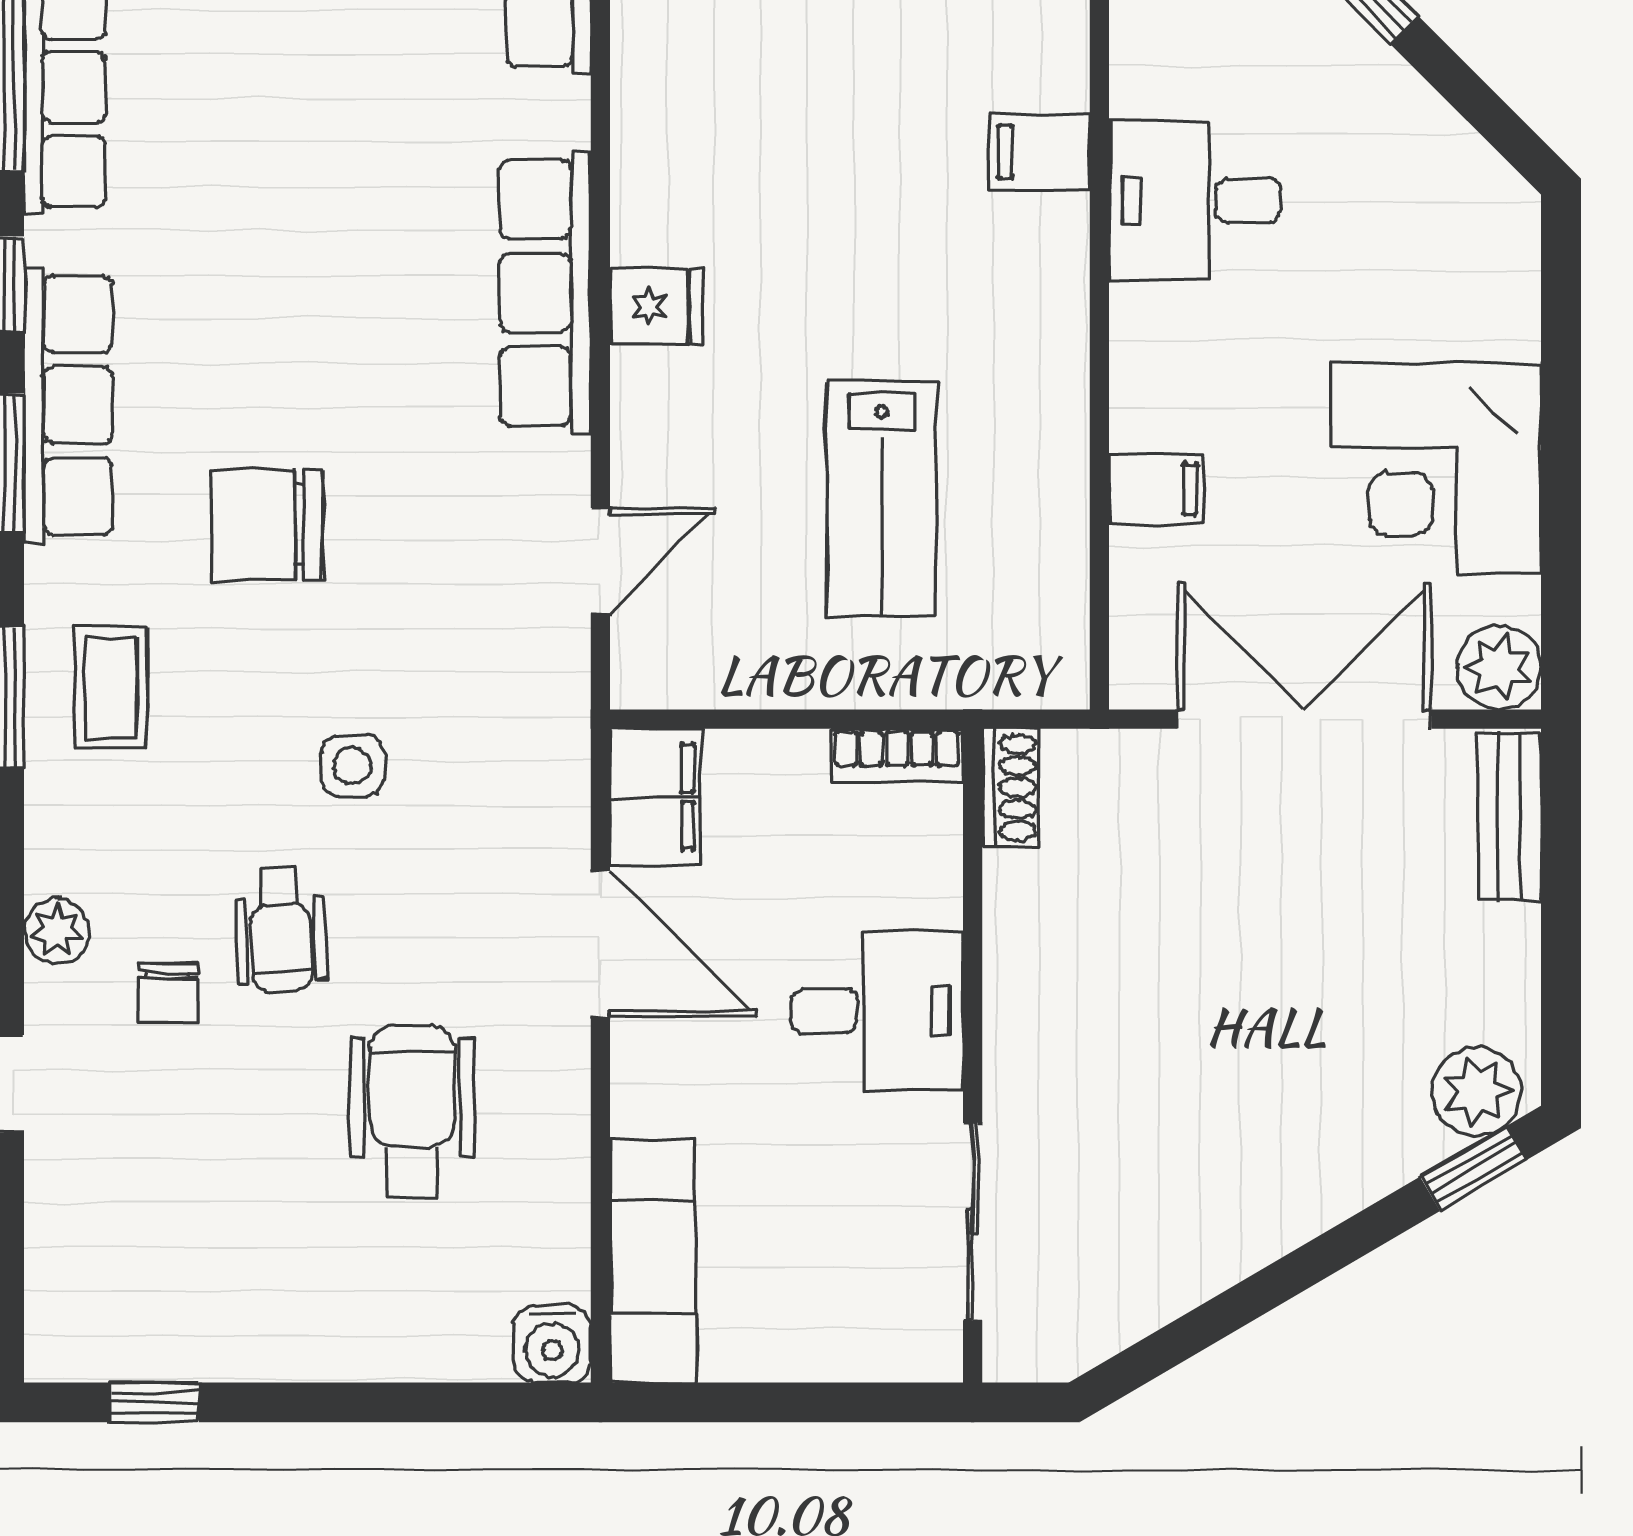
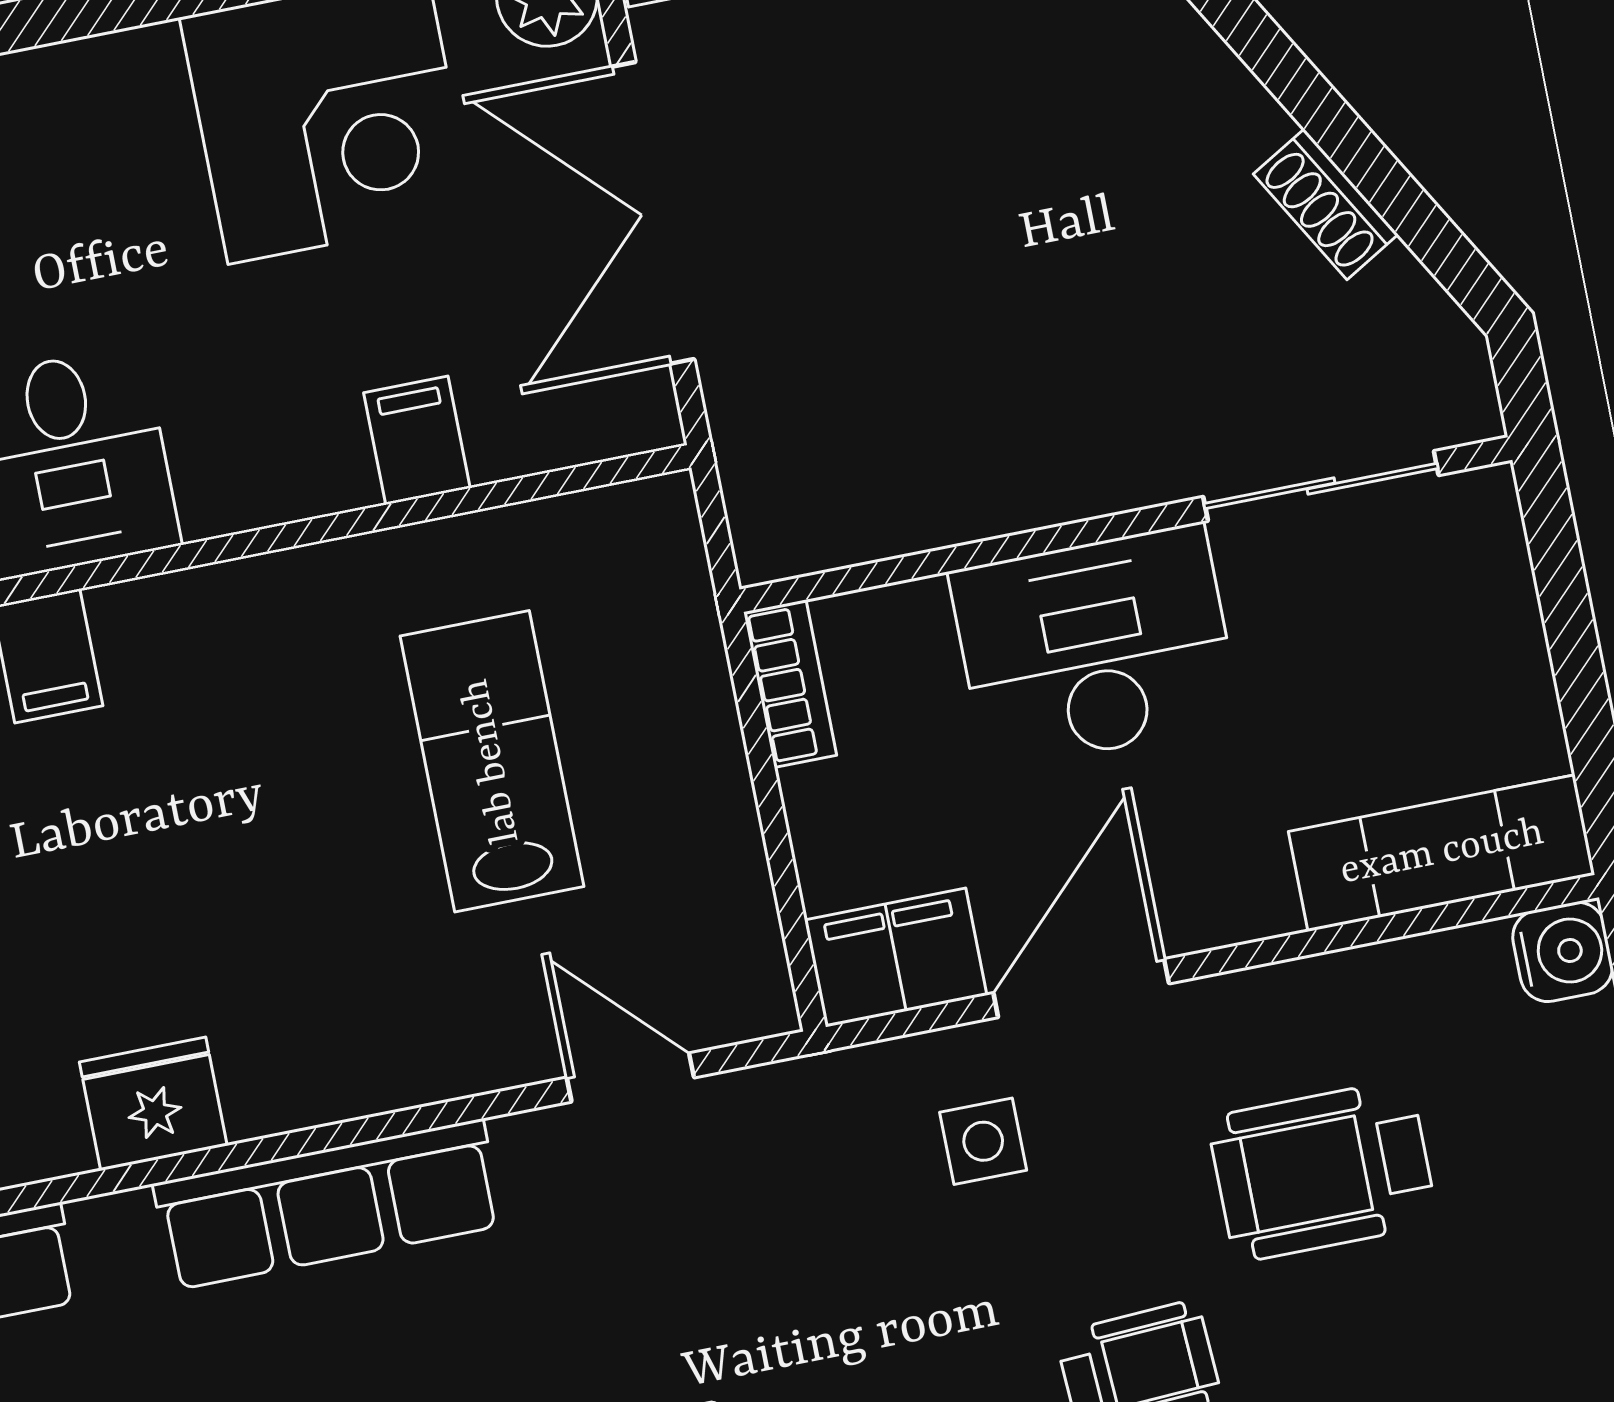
fridge: (656, 306) -> (153, 1104), moved, width x1.38
lab bench: (882, 498) -> (492, 761), turned -90
side table: (352, 766) -> (983, 1141), moved
shoe rack: (1011, 787) -> (1326, 204), moved, turned -120
desk: (877, 1011) -> (1095, 647), width x1.37

